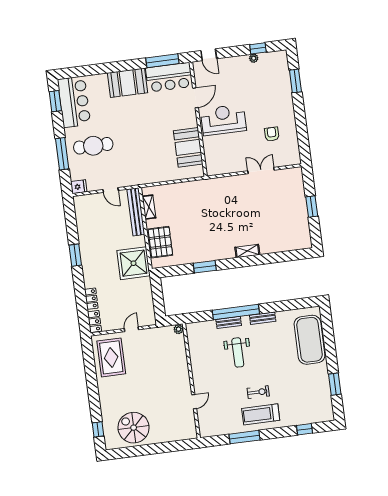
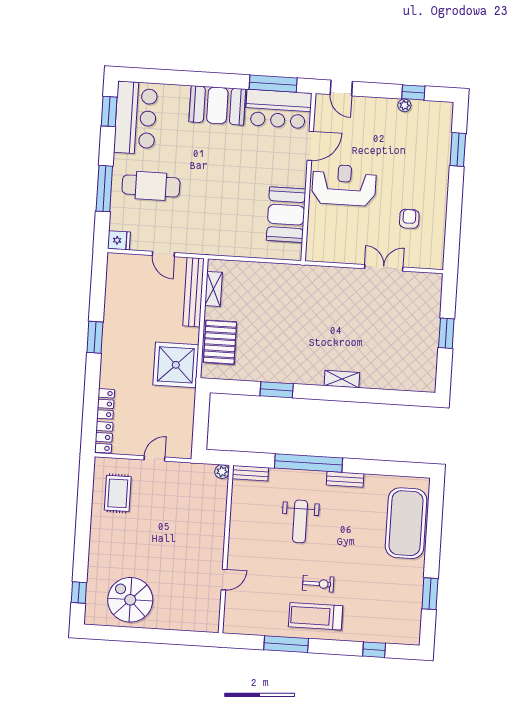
bench: (229, 322) -> (250, 473), moved
rug: (111, 357) -> (118, 493), width x0.73, depth x0.70

